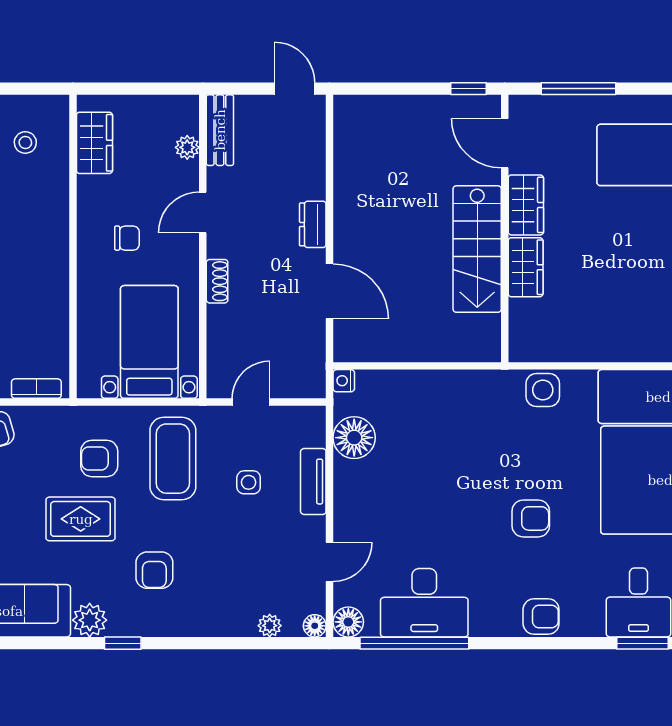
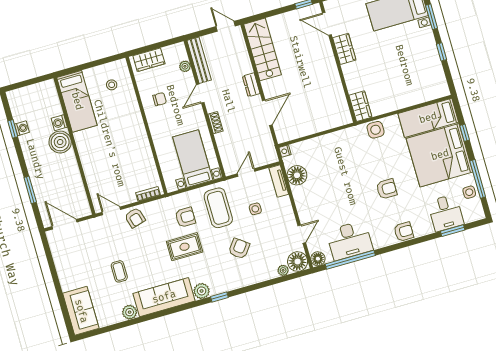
bench: (220, 130) -> (199, 60), width x1.36
wardrobe: (94, 143) -> (149, 60), moved, turned 90
chair: (127, 238) -> (160, 99), moved
stairs: (477, 249) -> (263, 49), moved, turned 180
wardrobe: (526, 267) -> (360, 106), moved
door: (330, 291) -> (267, 113), hinge flipped
armchair: (99, 458) -> (185, 217), turned 180
tv unit: (313, 482) -> (279, 181), moved
armchair: (154, 570) -> (239, 249), moved, turned -143
floor lamp: (315, 626) -> (298, 262), width x1.89, depth x1.89

